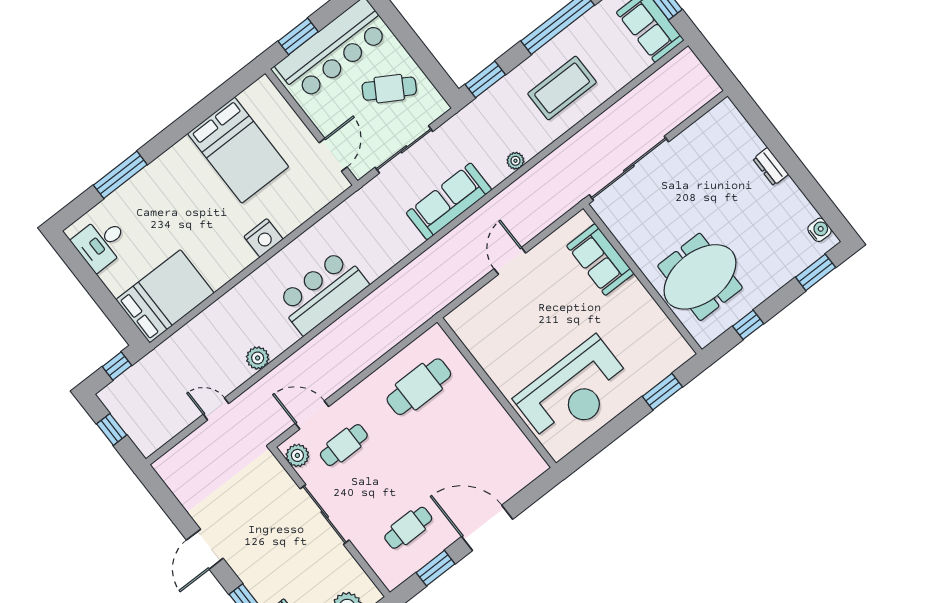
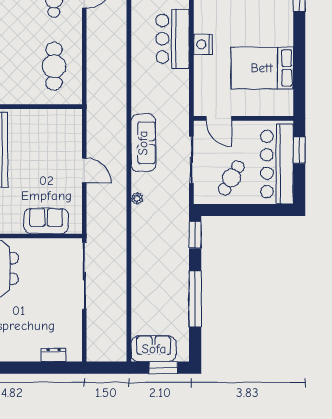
coffee table: (562, 88) -> (157, 274), removed
plant: (515, 161) -> (137, 198), moved
dresser: (771, 167) -> (54, 355), moved
sofa: (449, 201) -> (143, 143), moved
bar counter: (322, 292) -> (173, 39), moved, turned 180

